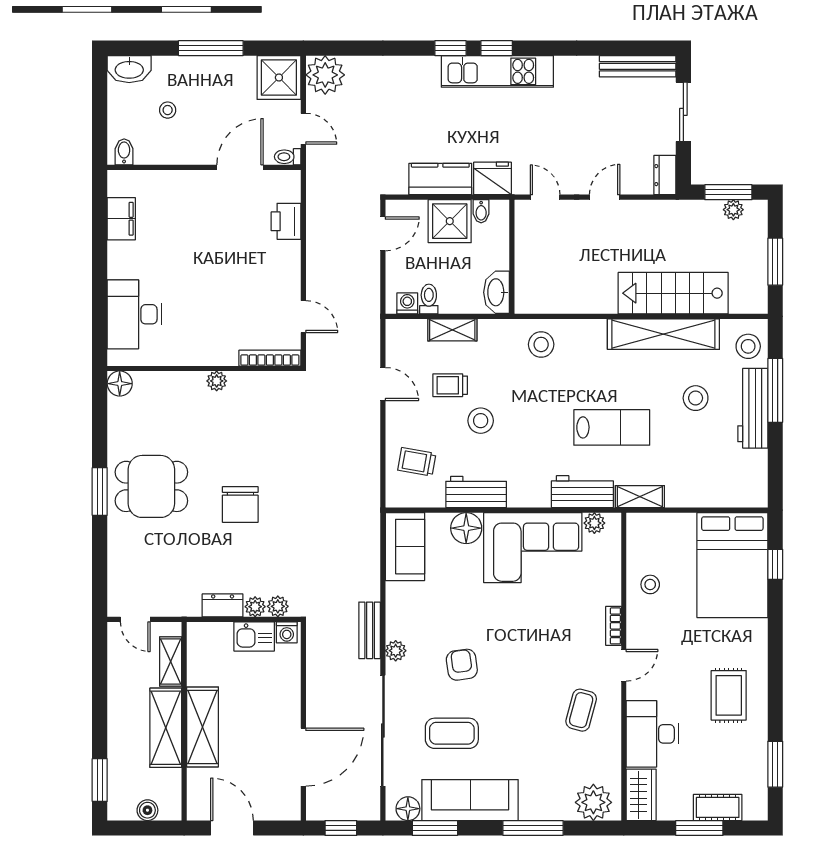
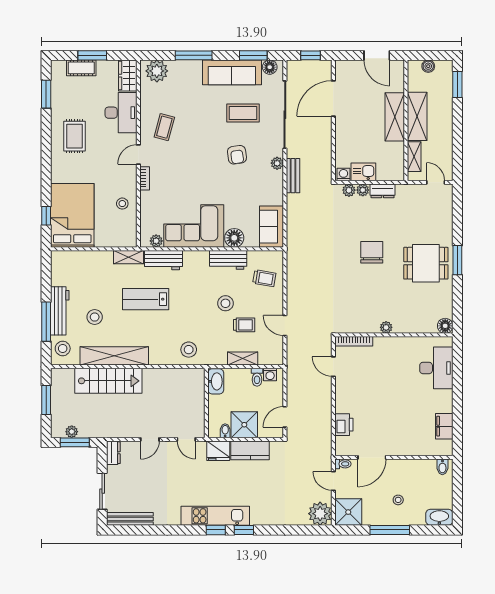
stool: (168, 110) -> (398, 500), moved

